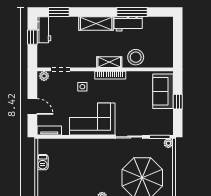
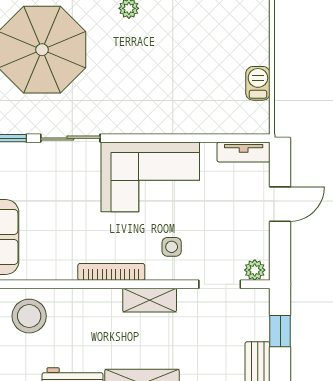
window: (32, 37) -> (280, 331), moved
stool: (136, 57) -> (29, 316), moved
shelving: (109, 62) -> (150, 300), moved
door: (32, 106) -> (280, 204), swing flipped

